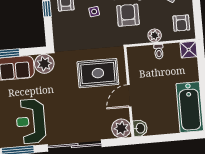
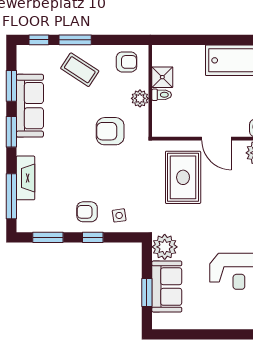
side table: (94, 12) -> (119, 215), moved
shower: (189, 50) -> (162, 77), moved

